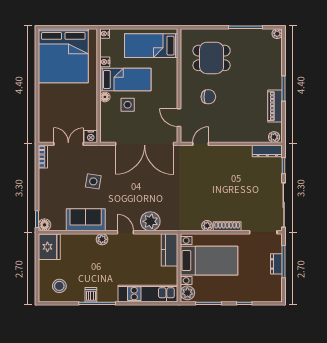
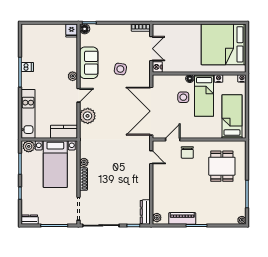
chair: (208, 97) -> (187, 152), moved
fridge: (49, 247) -> (71, 30), width x0.53, depth x0.75
dresser: (276, 264) -> (30, 220), moved
stool: (59, 286) -> (34, 41), removed

